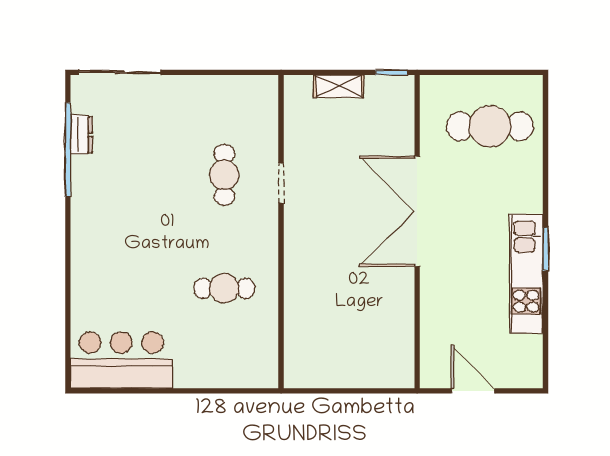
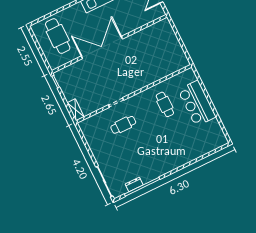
shelving: (339, 86) -> (76, 110), moved
double door: (417, 211) -> (102, 48), swing flipped
bar counter: (121, 360) -> (197, 103), moved

